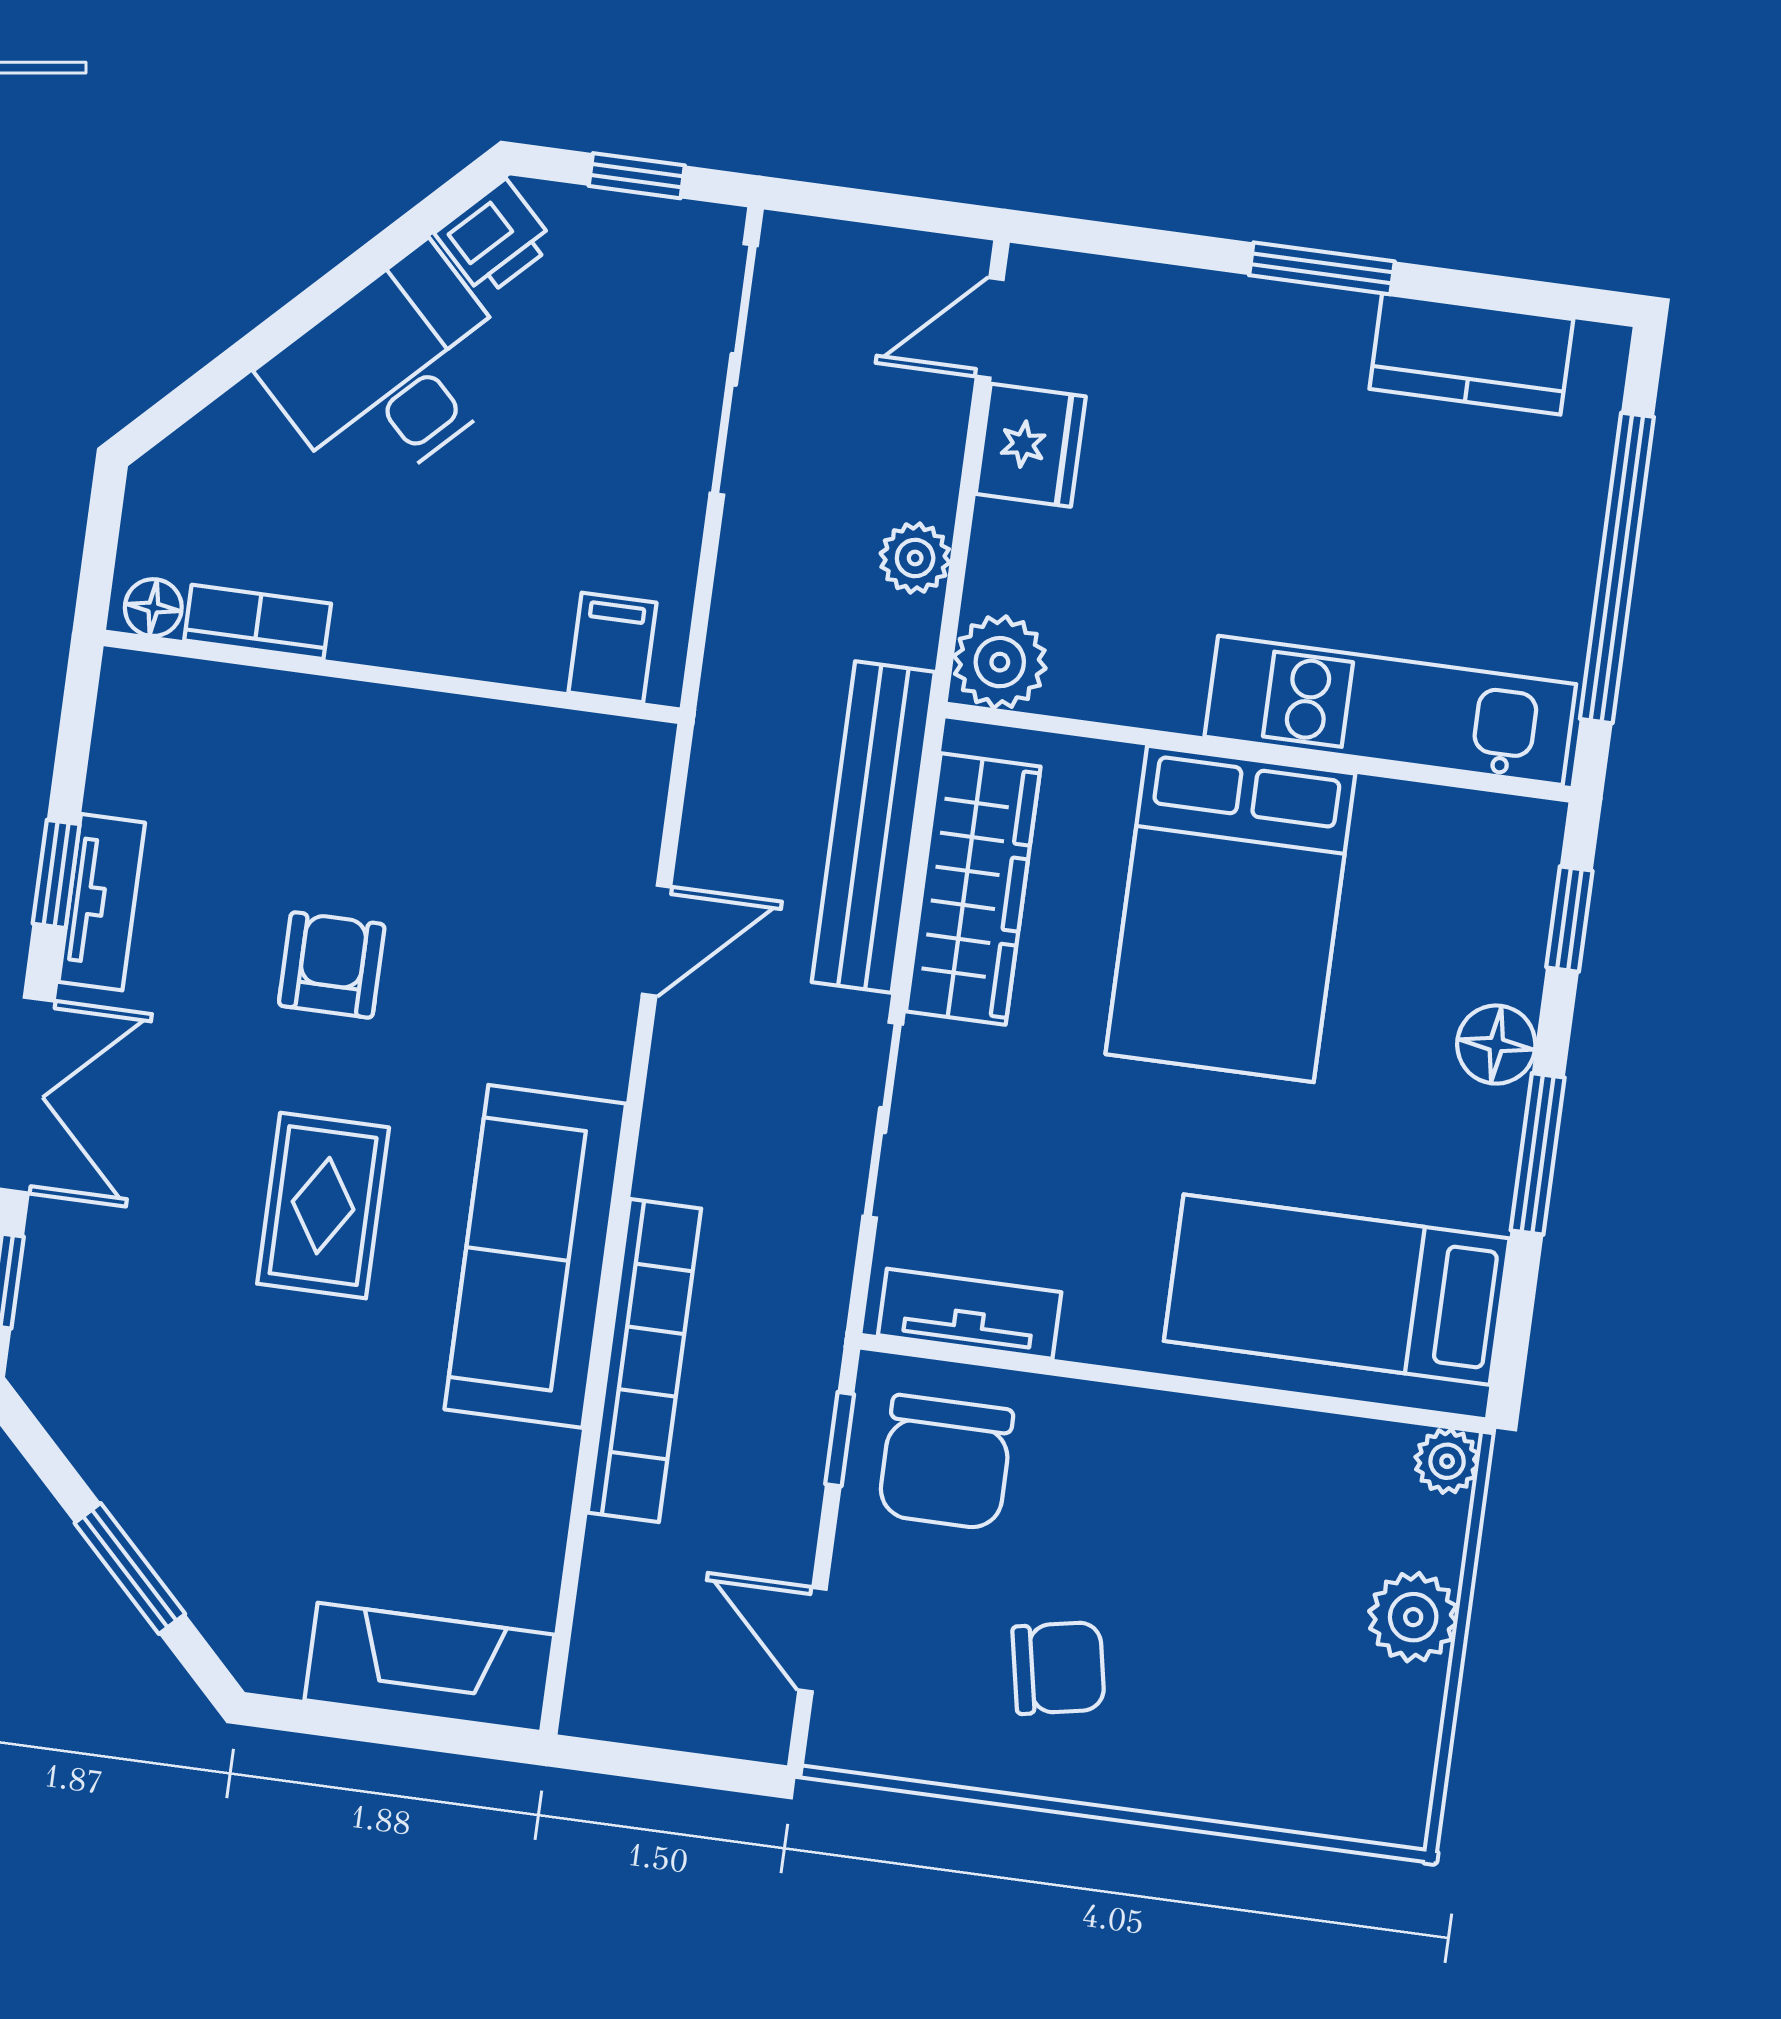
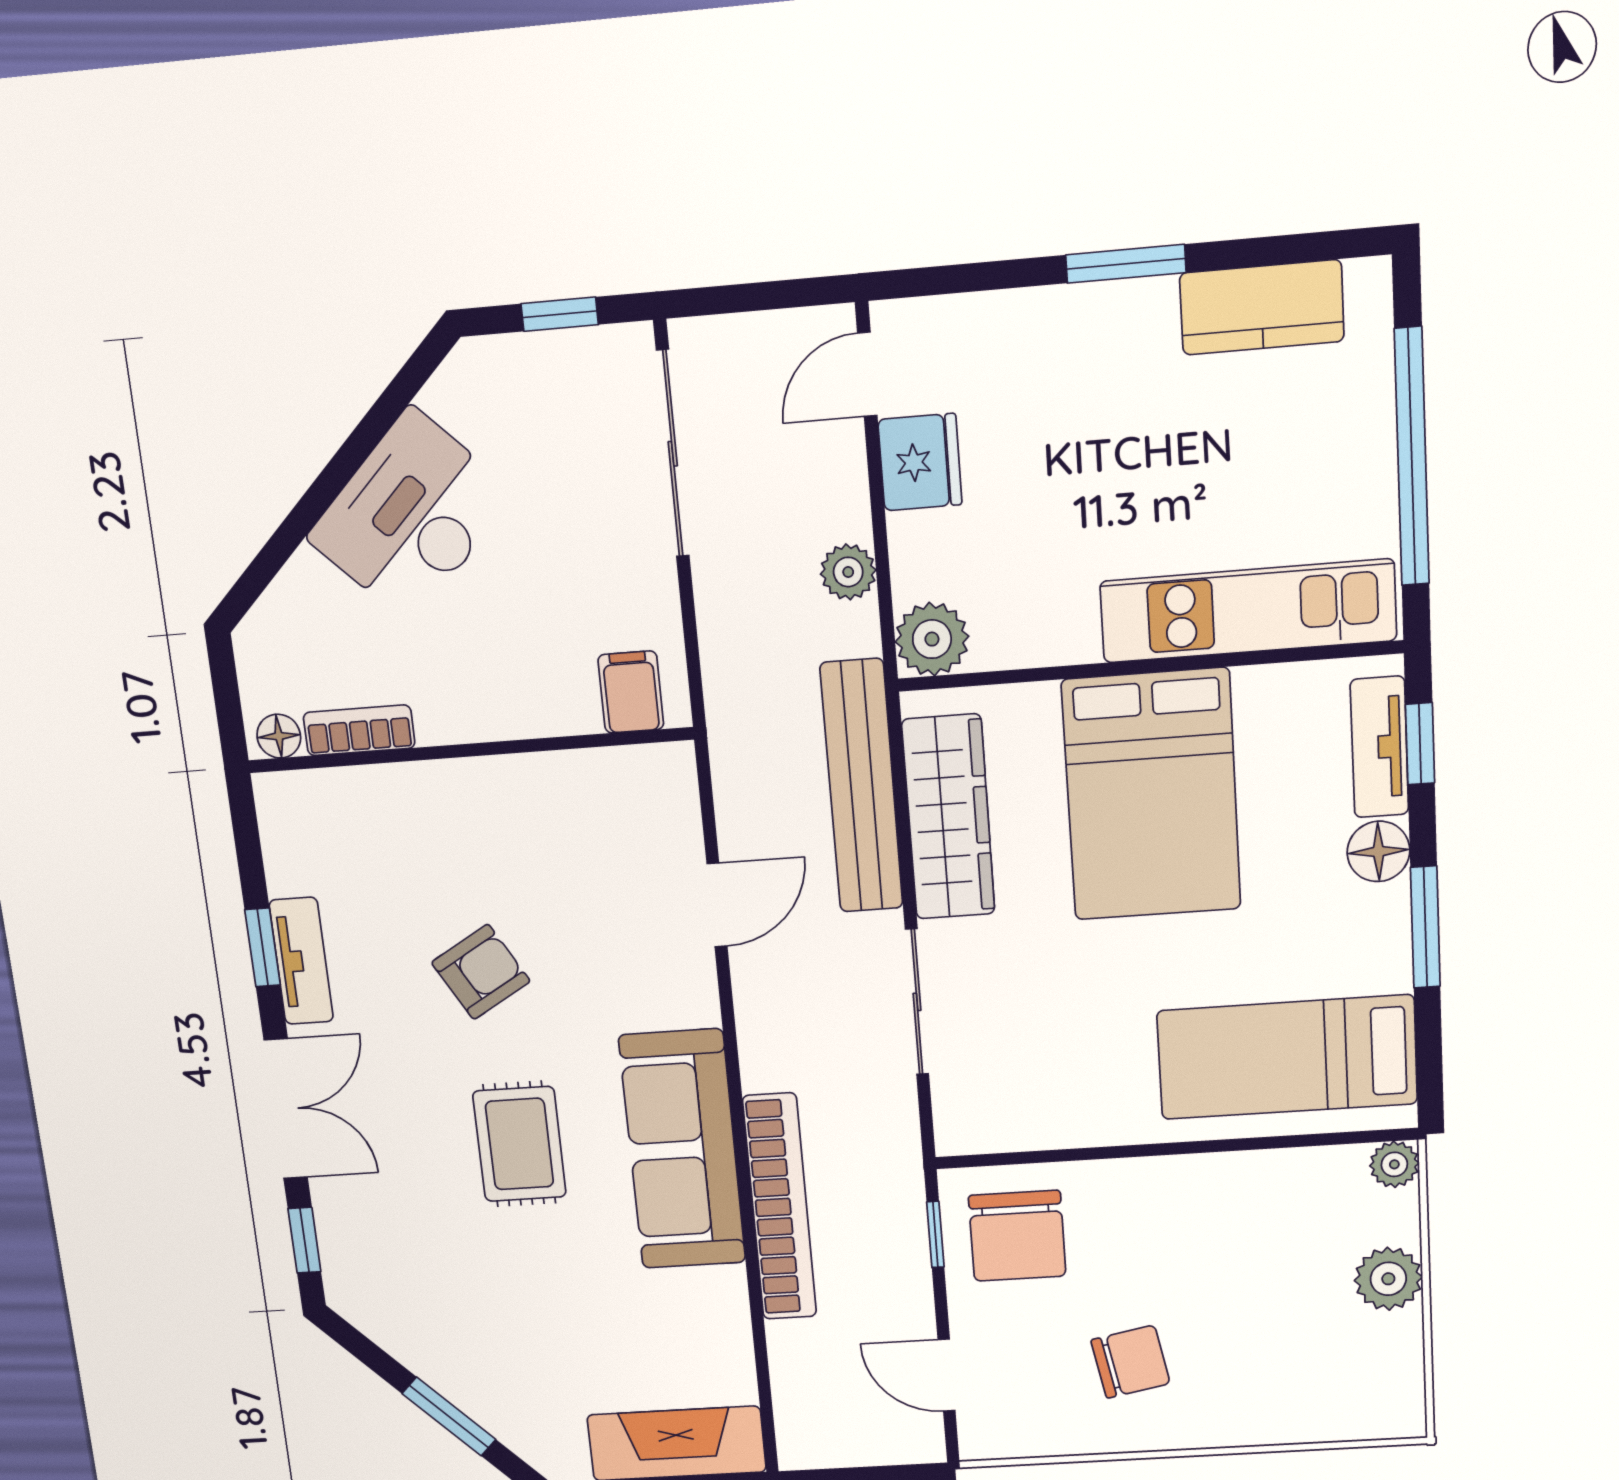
printer: (495, 239) -> (462, 391), removed
armchair: (332, 965) -> (481, 972), turned 60
tv unit: (970, 1314) -> (1379, 747), moved, turned -90

